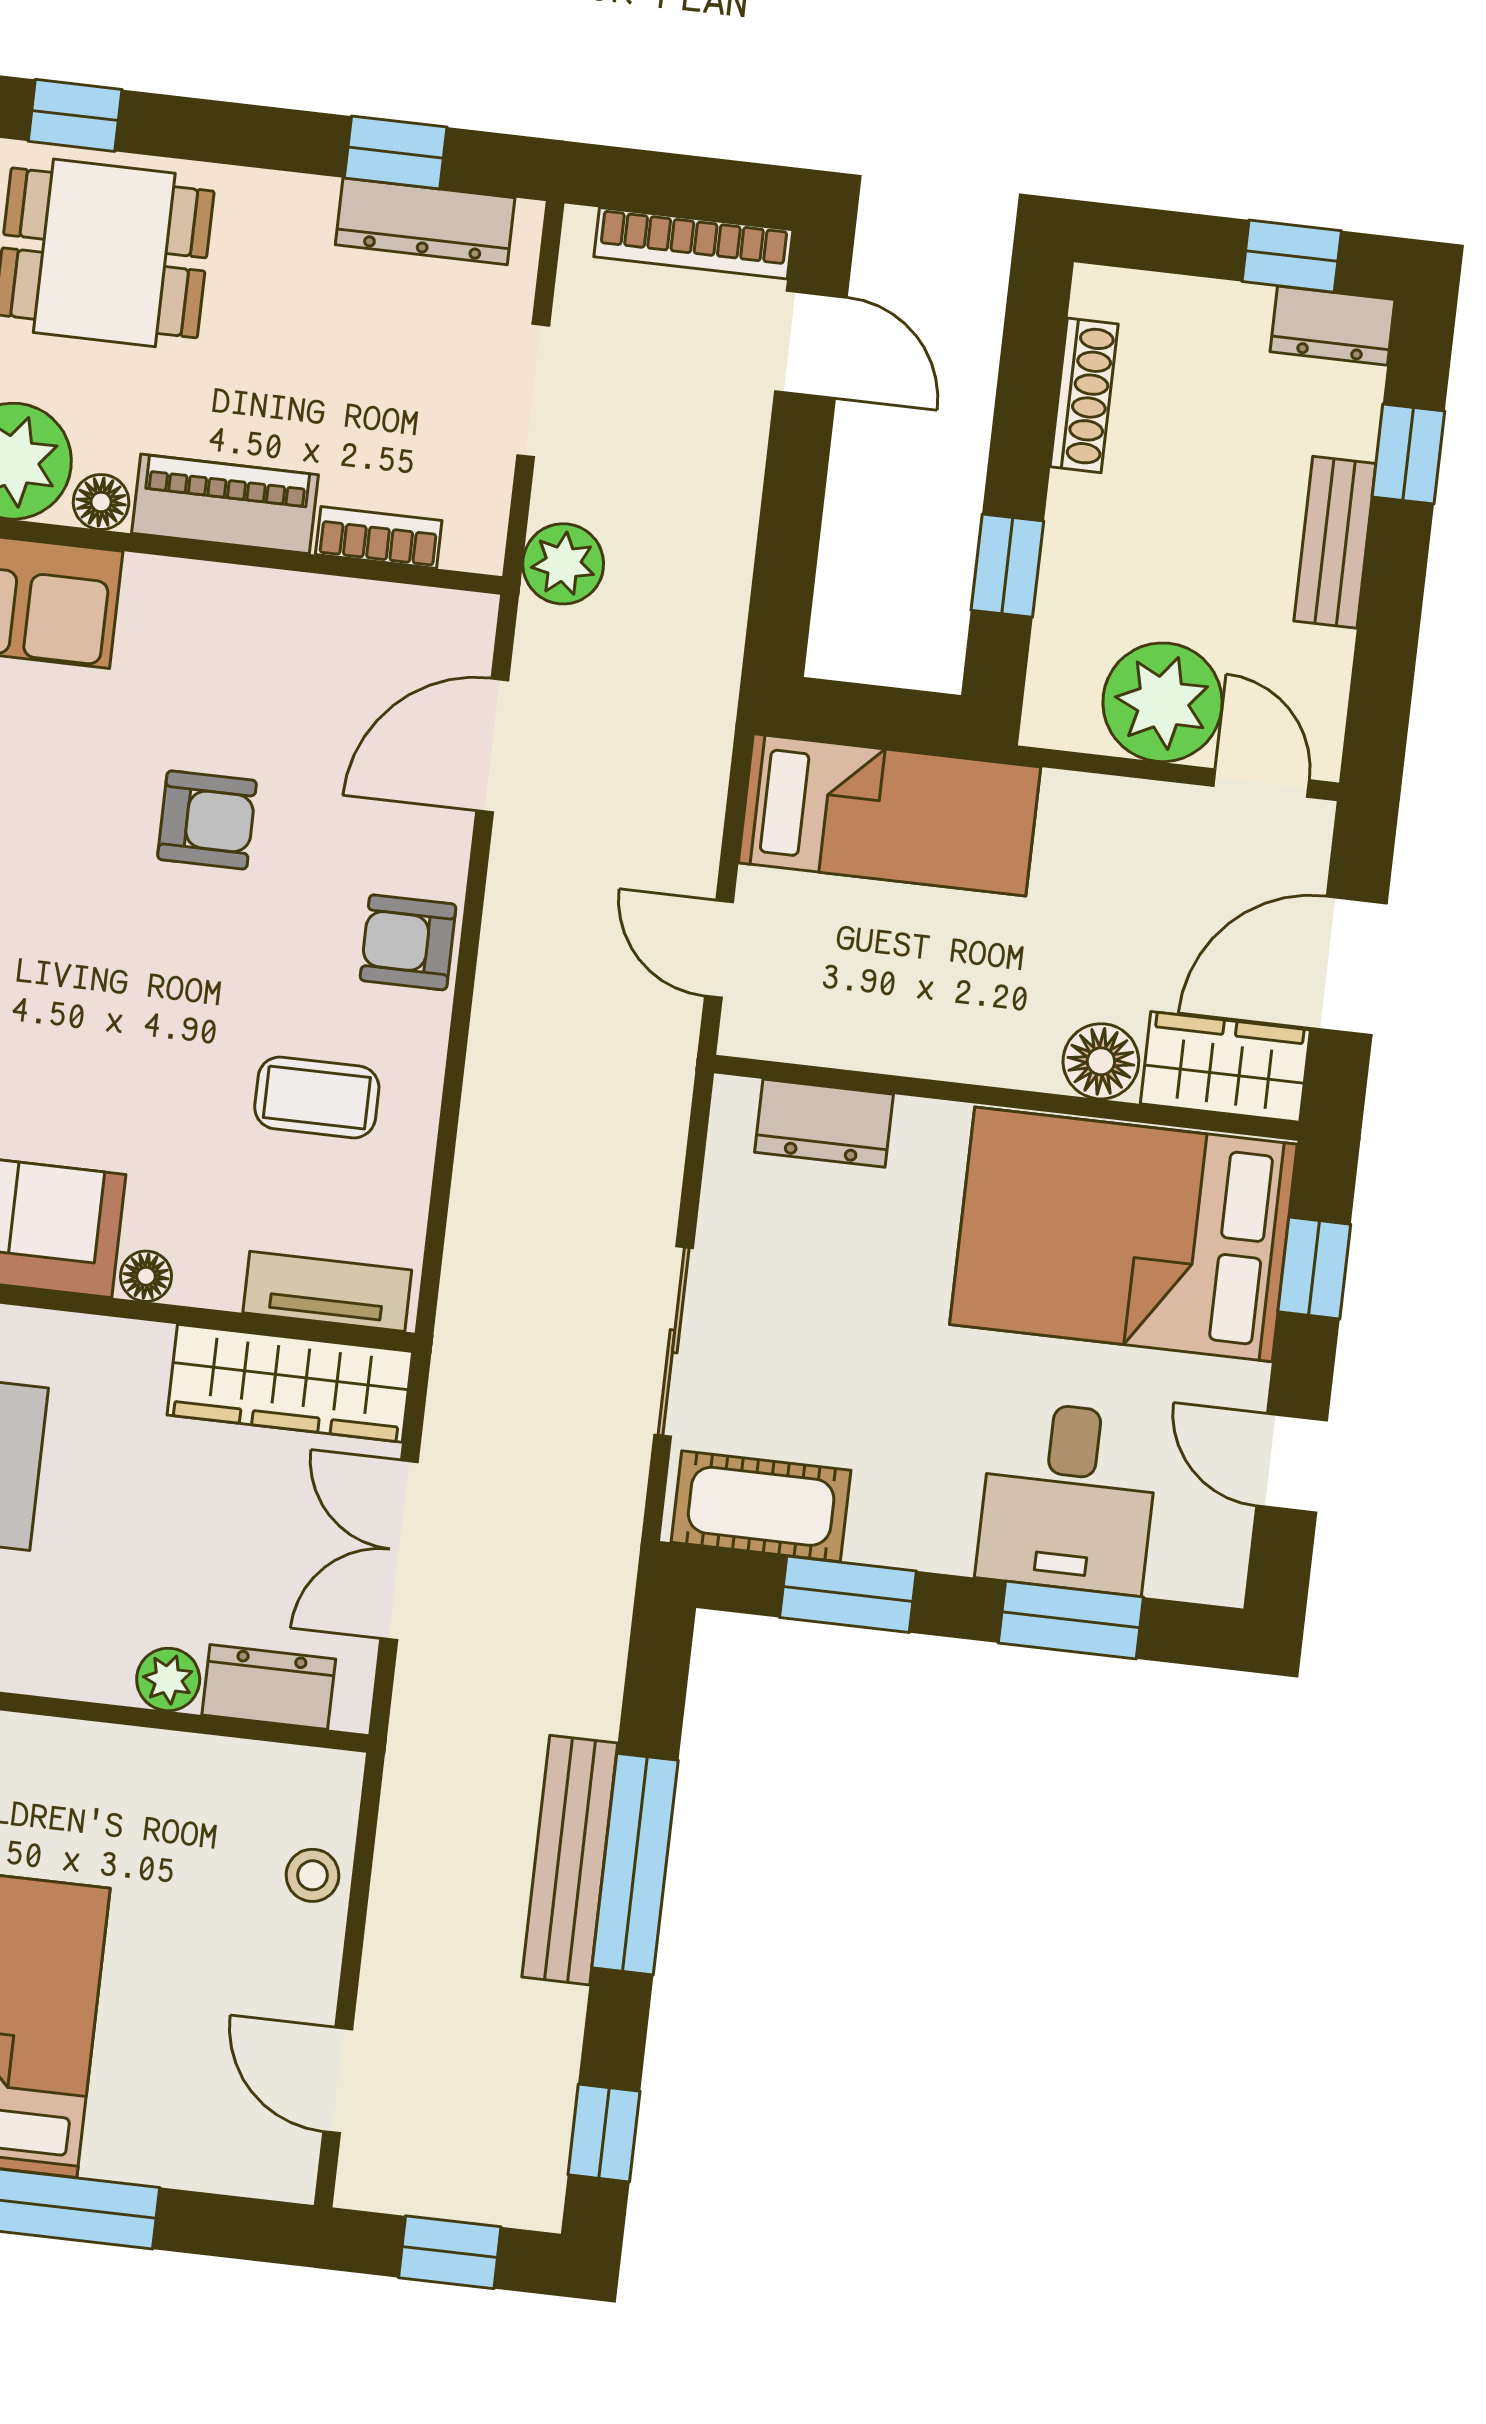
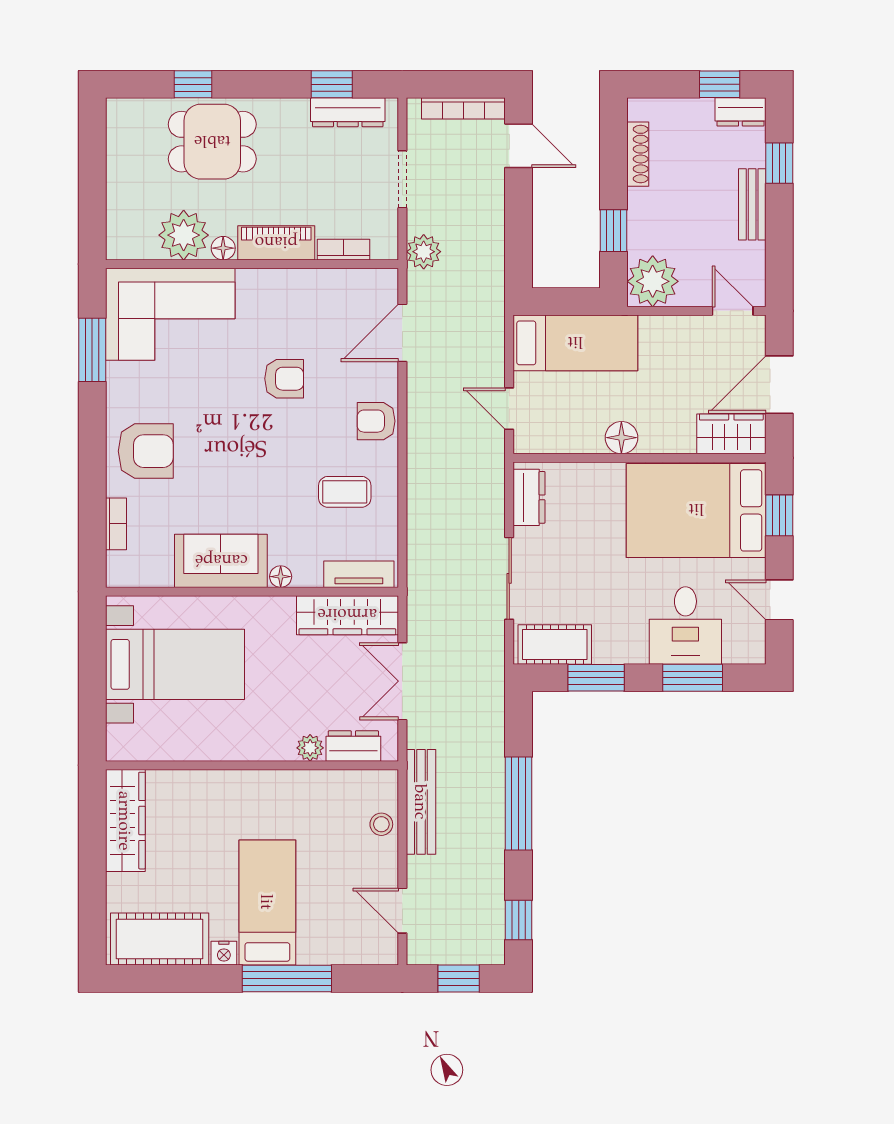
plant: (1163, 702) -> (653, 281), moved
floor lamp: (1101, 1061) -> (621, 438), moved
dresser: (824, 1123) -> (529, 497), moved, turned -90
bench: (570, 1860) -> (421, 802), moved

